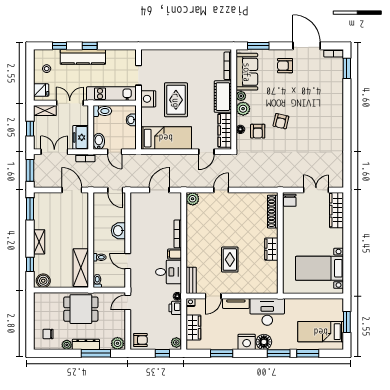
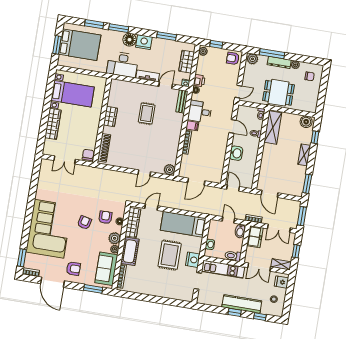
corner sofa: (321, 107) -> (49, 229), added
wardrobe: (336, 210) -> (53, 124), moved
bed: (321, 332) -> (80, 45), width x1.50

